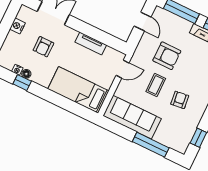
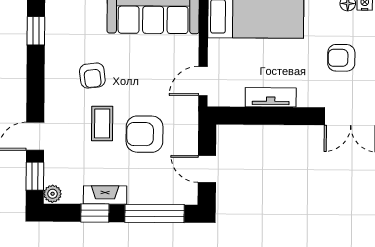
armchair: (43, 47) -> (341, 58), turned -90
coffee table: (156, 85) -> (102, 123), moved

